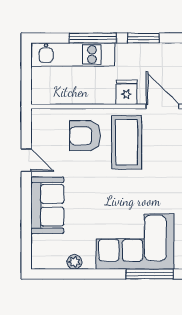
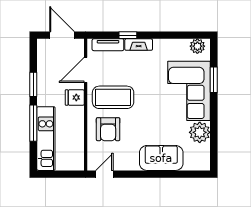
door: (26, 160) -> (104, 174), moved
plant: (74, 262) -> (200, 132), width x1.88, depth x1.88
window: (150, 274) -> (214, 80), width x0.69

